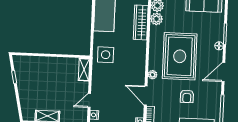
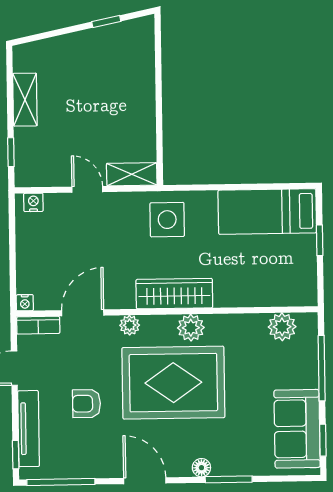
plant: (156, 19) -> (191, 328), moved
wardrobe: (141, 22) -> (174, 294), moved
door: (89, 100) -> (87, 189), moved

